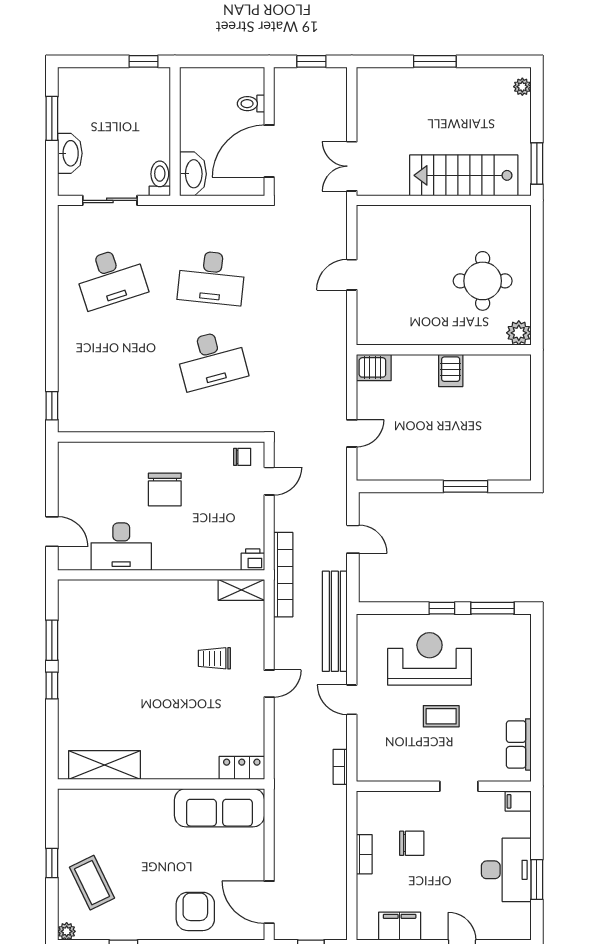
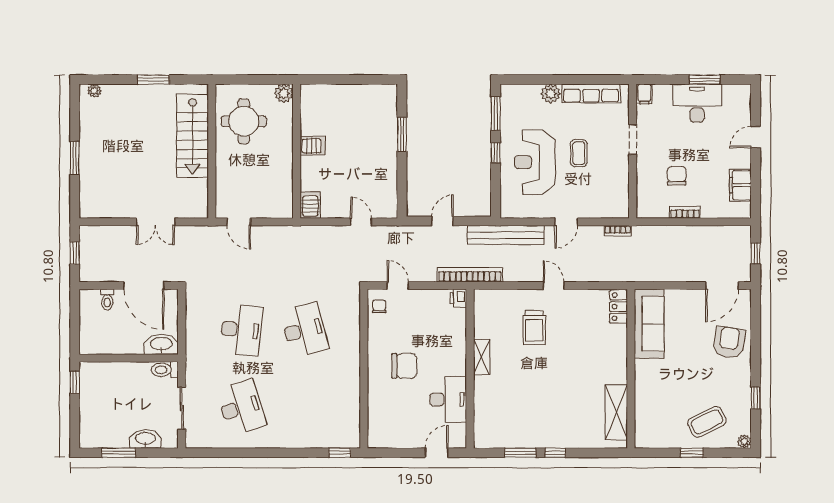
stairs: (464, 175) -> (193, 136), moved
wall: (444, 200) -> (212, 151), moved
shelving: (241, 590) -> (482, 357), moved
trolley: (214, 658) -> (534, 328), width x1.36, depth x1.39
plant: (518, 680) -> (551, 94), added
row of seats: (519, 744) -> (591, 93), width x1.48
armchair: (195, 911) -> (729, 342), turned 99

